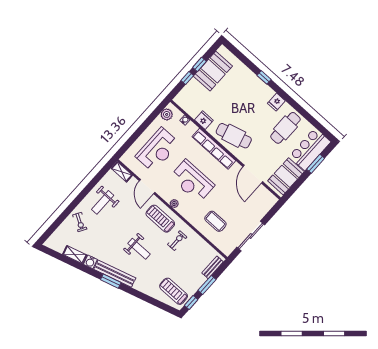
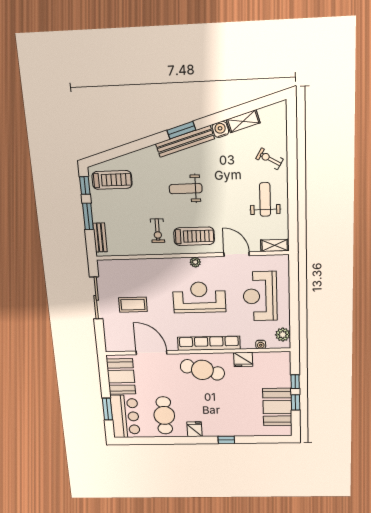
cafe table: (234, 136) -> (202, 370), turned 31
coffee table: (215, 221) -> (133, 305), moved

